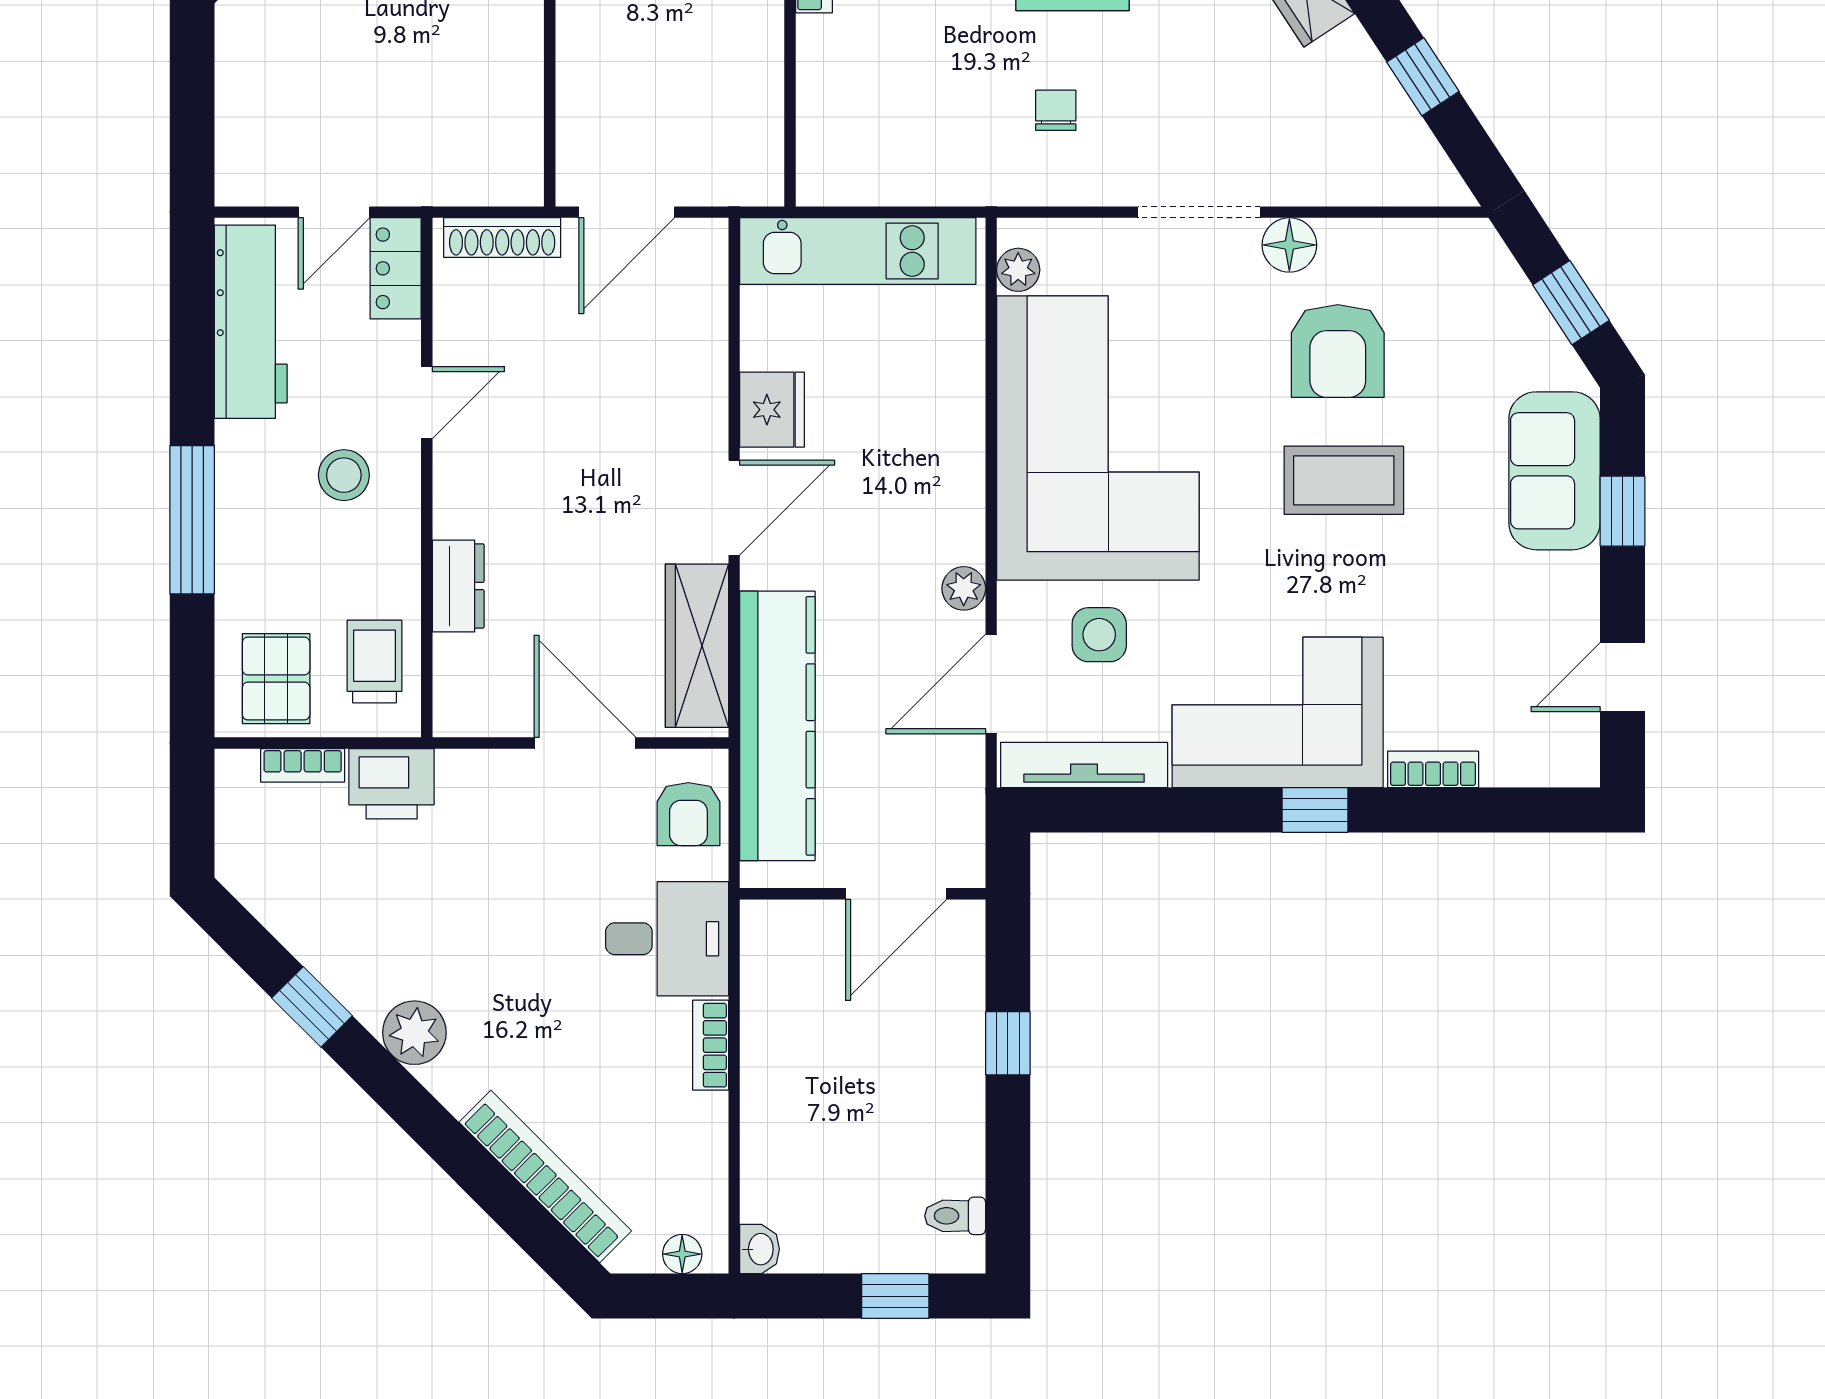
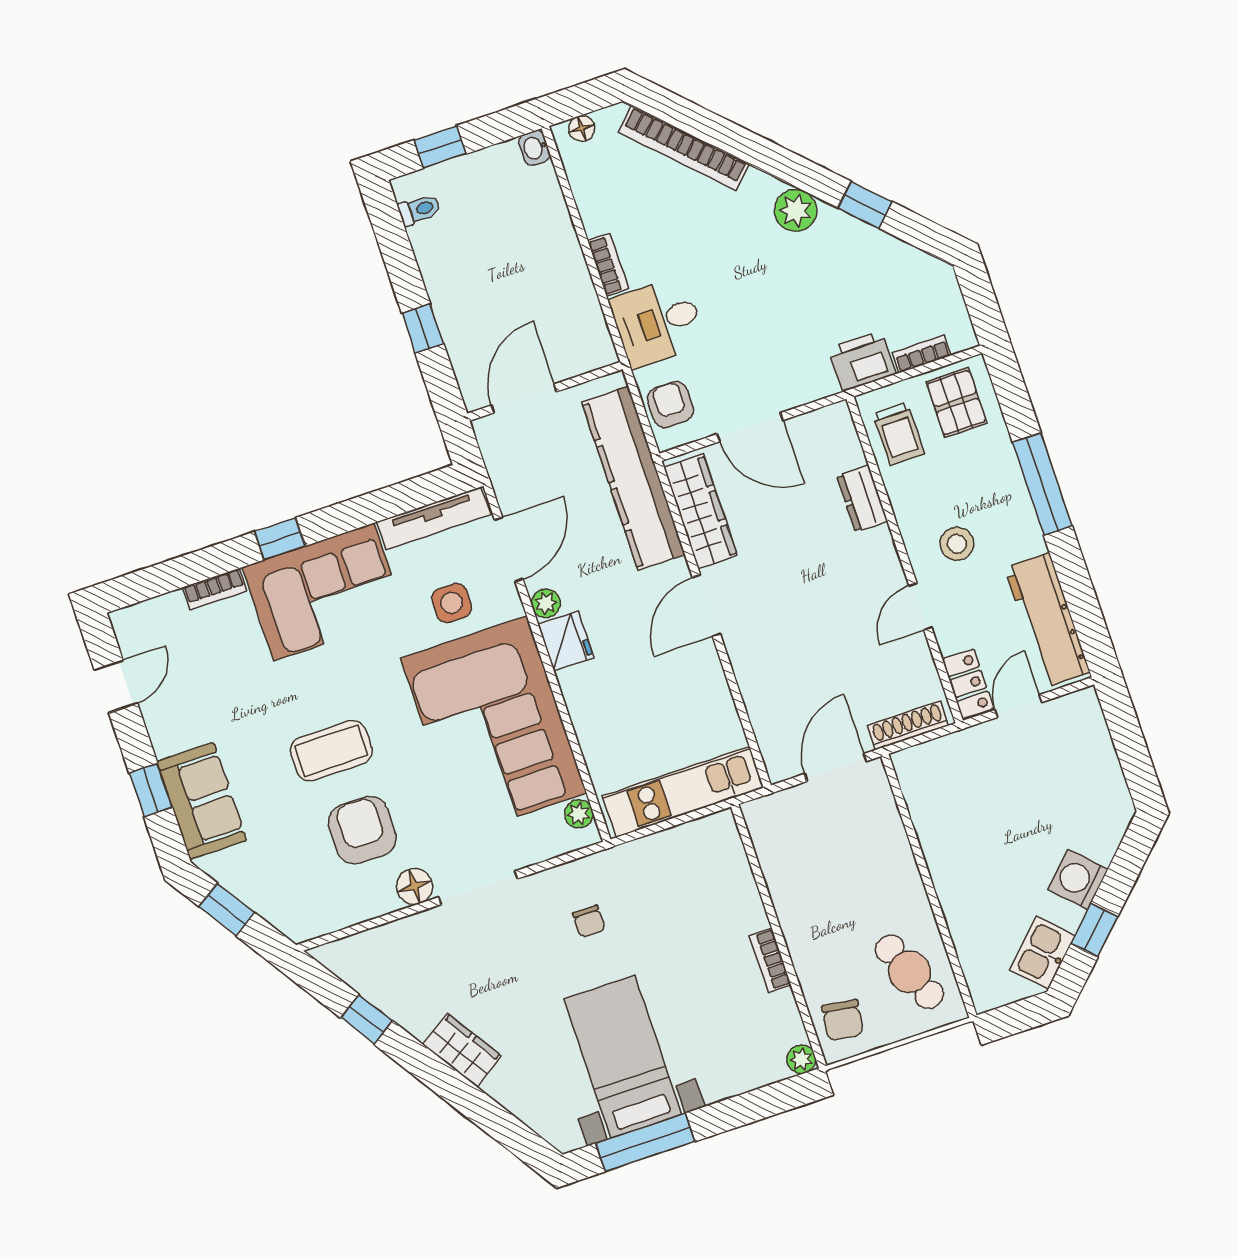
fridge: (772, 410) -> (566, 641), moved, turned 180

